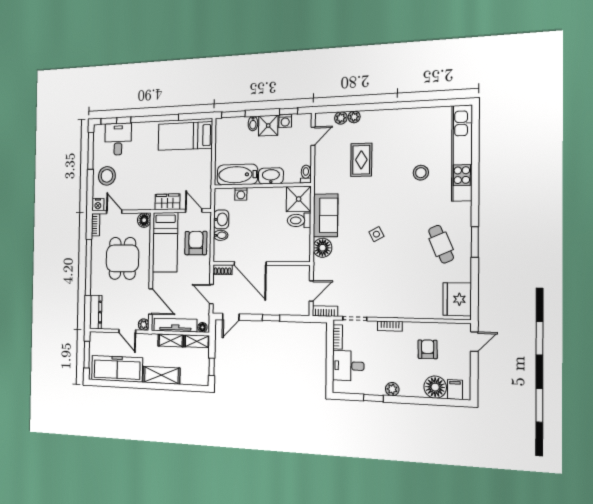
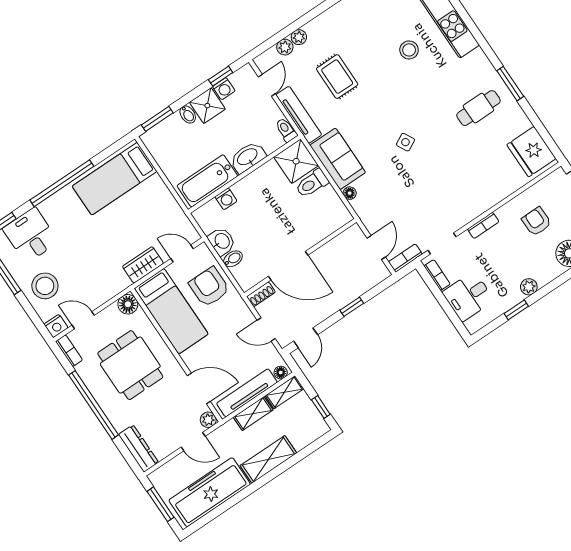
tv unit: (320, 169) -> (299, 115), added
cafe table: (441, 244) -> (478, 108), turned -67
floor lamp: (322, 248) -> (350, 193), width x0.53, depth x0.53

